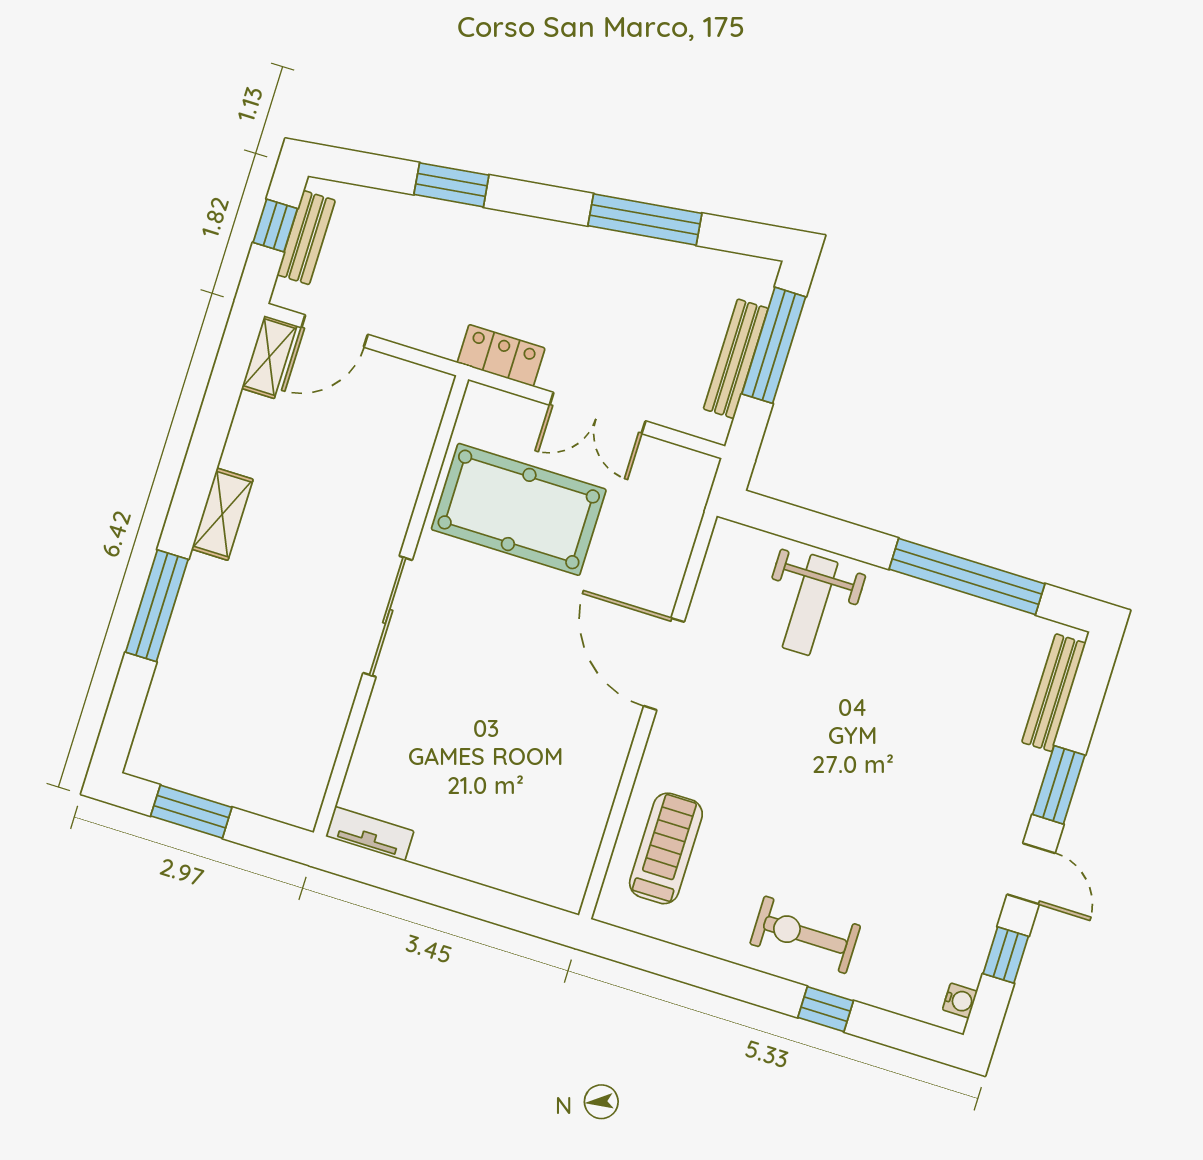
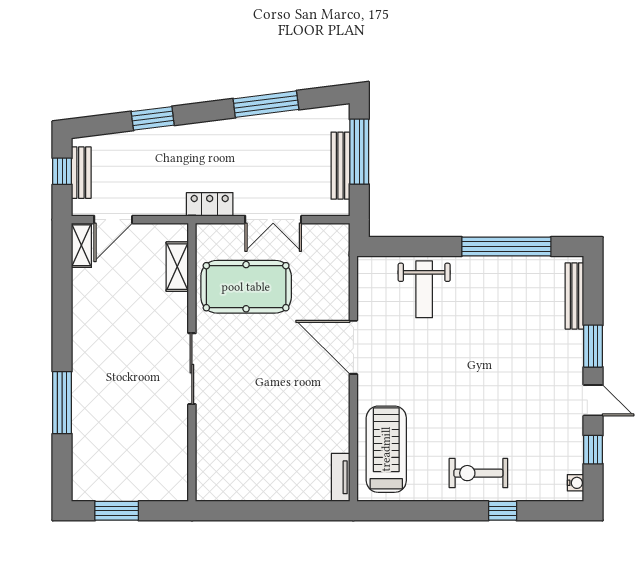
shelving: (222, 514) -> (177, 267), moved
tv unit: (370, 834) -> (341, 477), moved, turned -90
treadmill: (666, 848) -> (386, 449), width x1.37, depth x1.38

